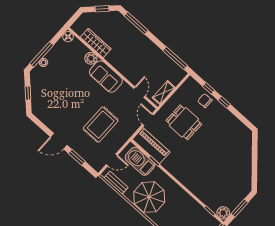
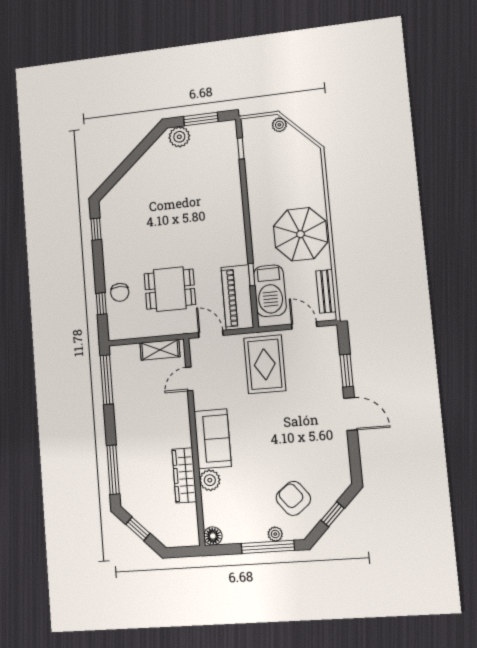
wardrobe: (96, 43) -> (184, 475), moved
armchair: (50, 84) -> (293, 498), added
window: (224, 102) -> (96, 229), moved
door: (148, 120) -> (211, 334), swing flipped
dining table: (184, 122) -> (170, 289), turned 90
rug: (101, 125) -> (265, 364), moved, turned 90
plant: (223, 213) -> (179, 137), moved

